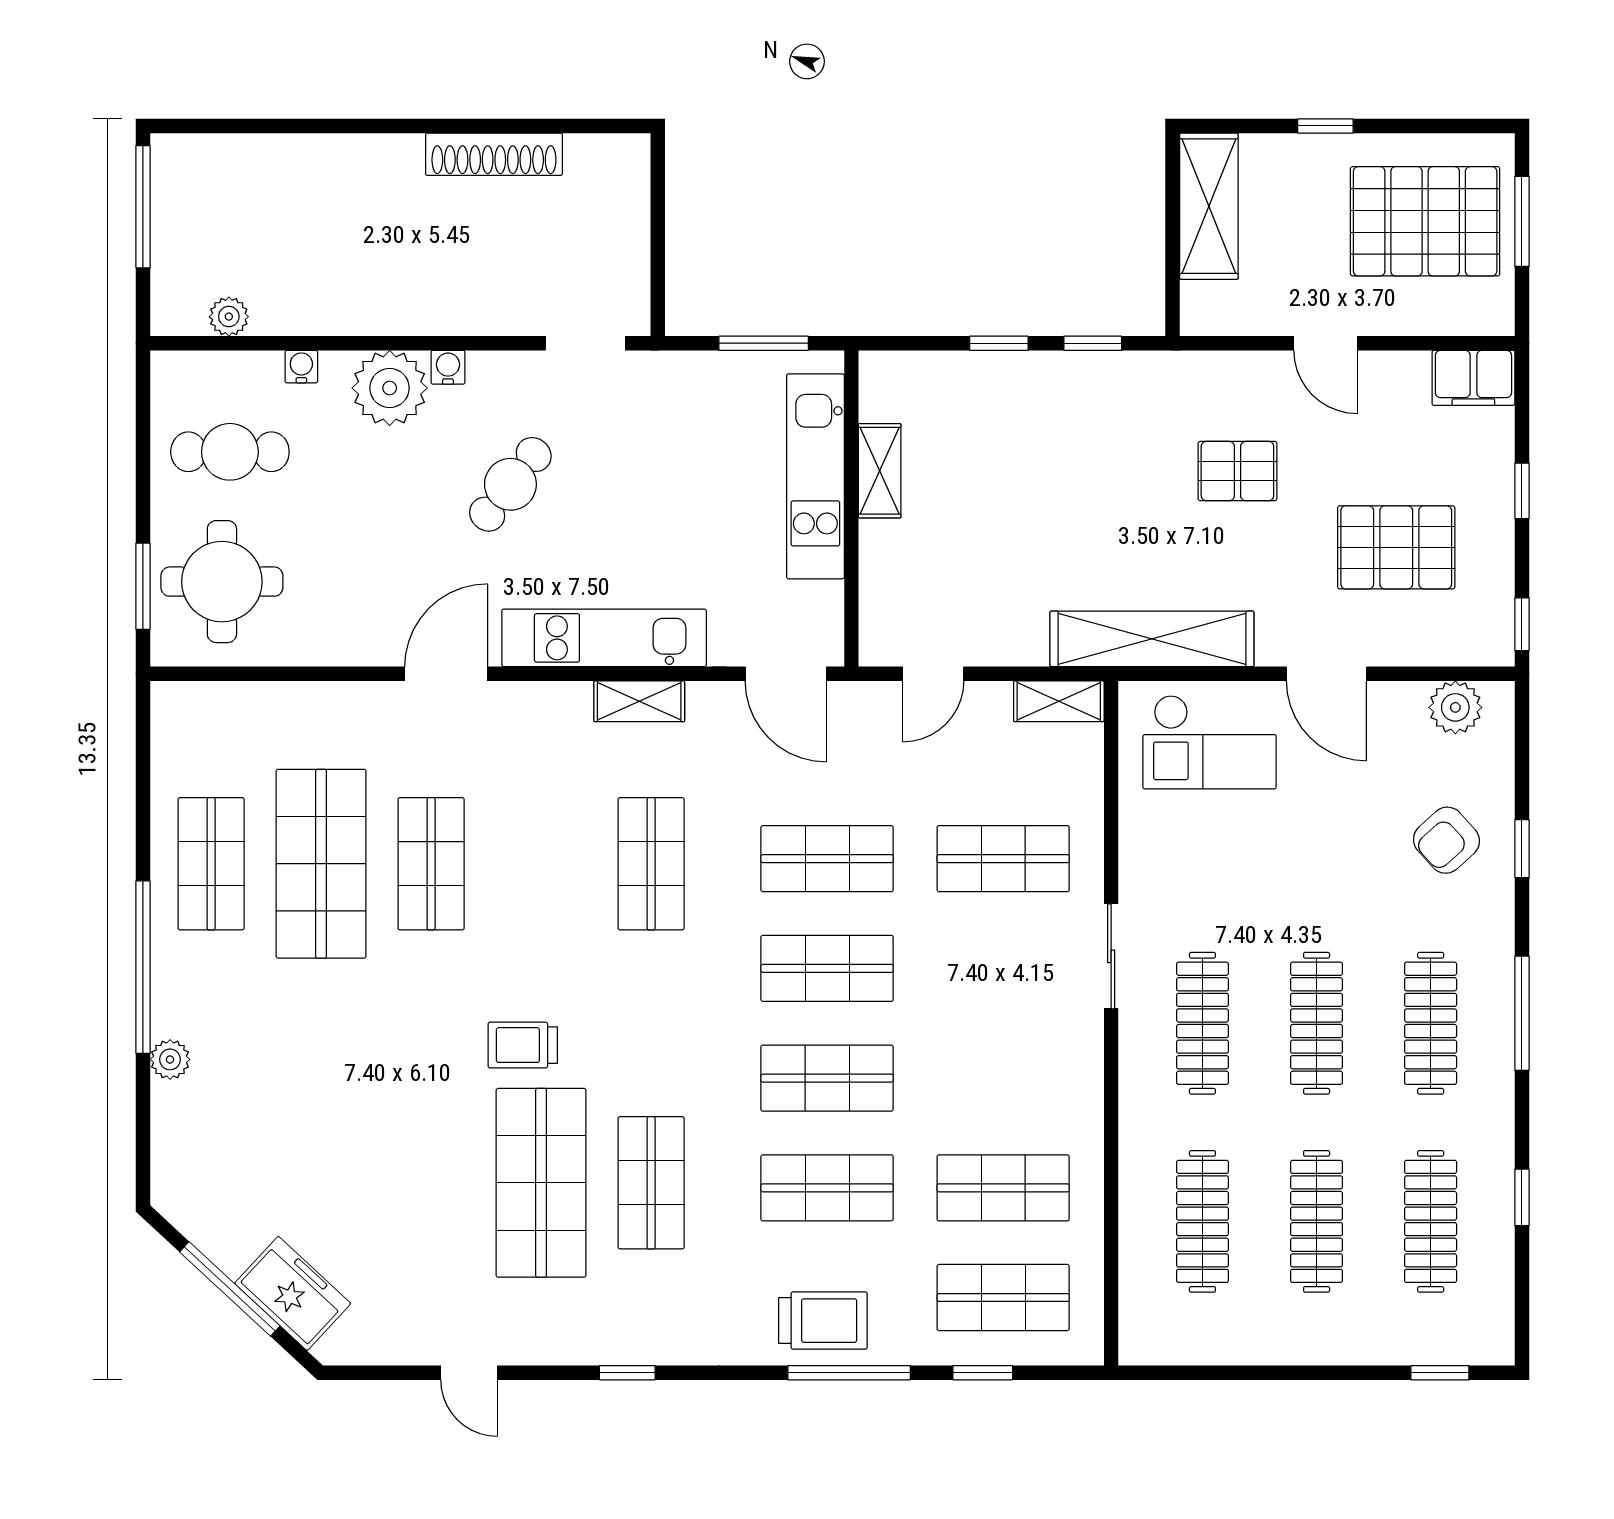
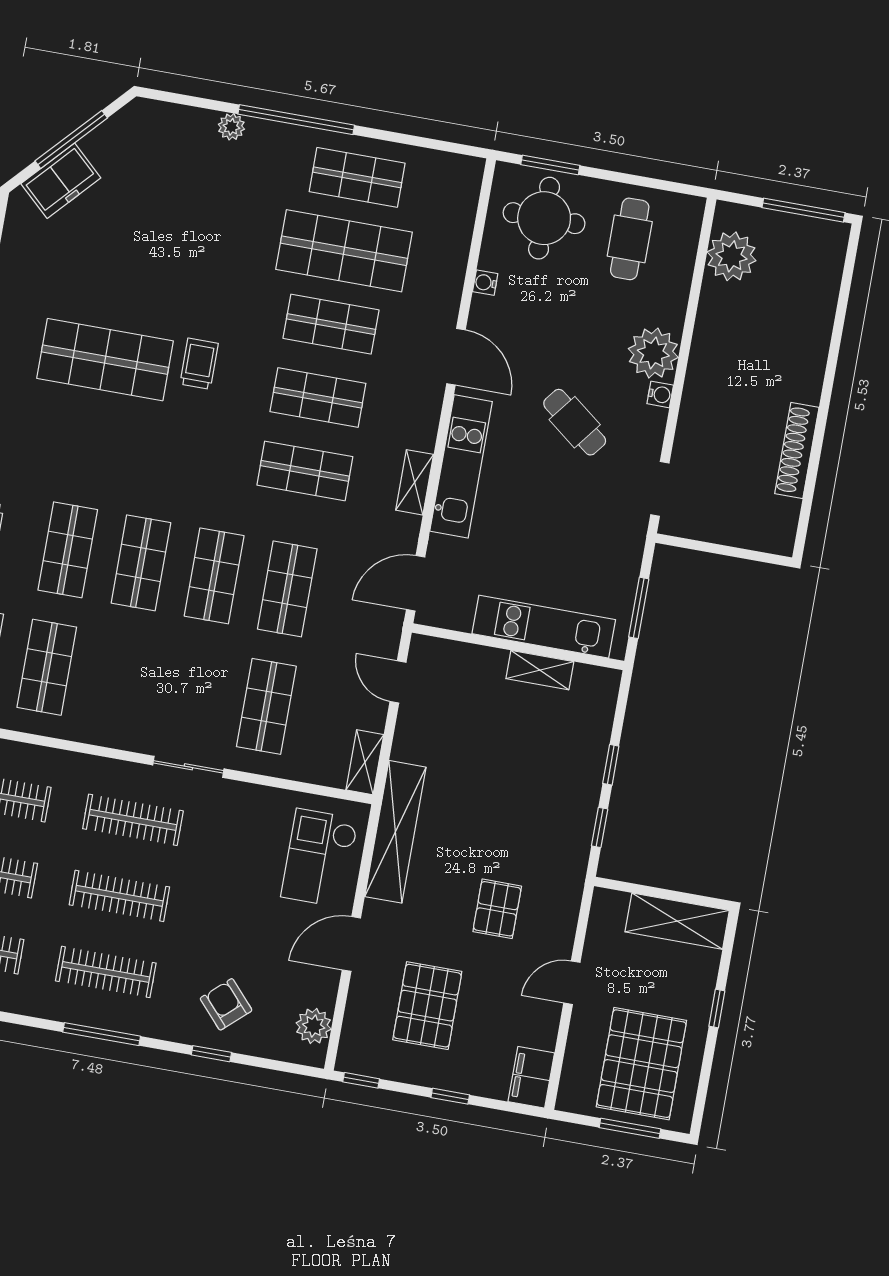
plant: (229, 317) -> (732, 256), width x1.88, depth x1.88
water cooler: (301, 367) -> (485, 283), moved, turned 180
shop shelf: (651, 1183) -> (318, 398), moved

